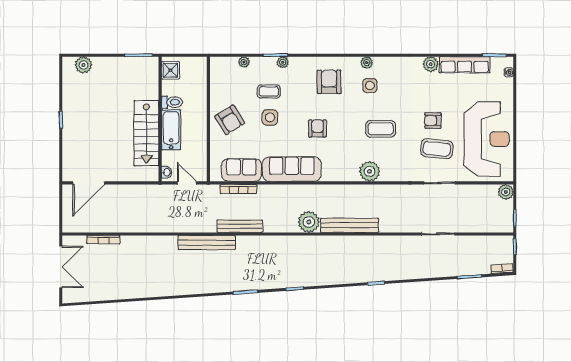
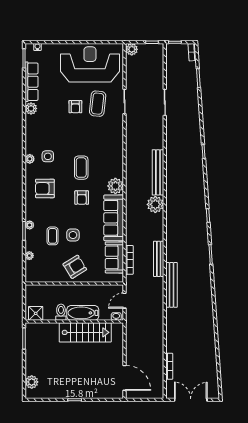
armchair: (317, 128) -> (82, 198), turned -90
coffee table: (381, 129) -> (81, 168), moved
plant: (370, 171) -> (115, 186), moved

